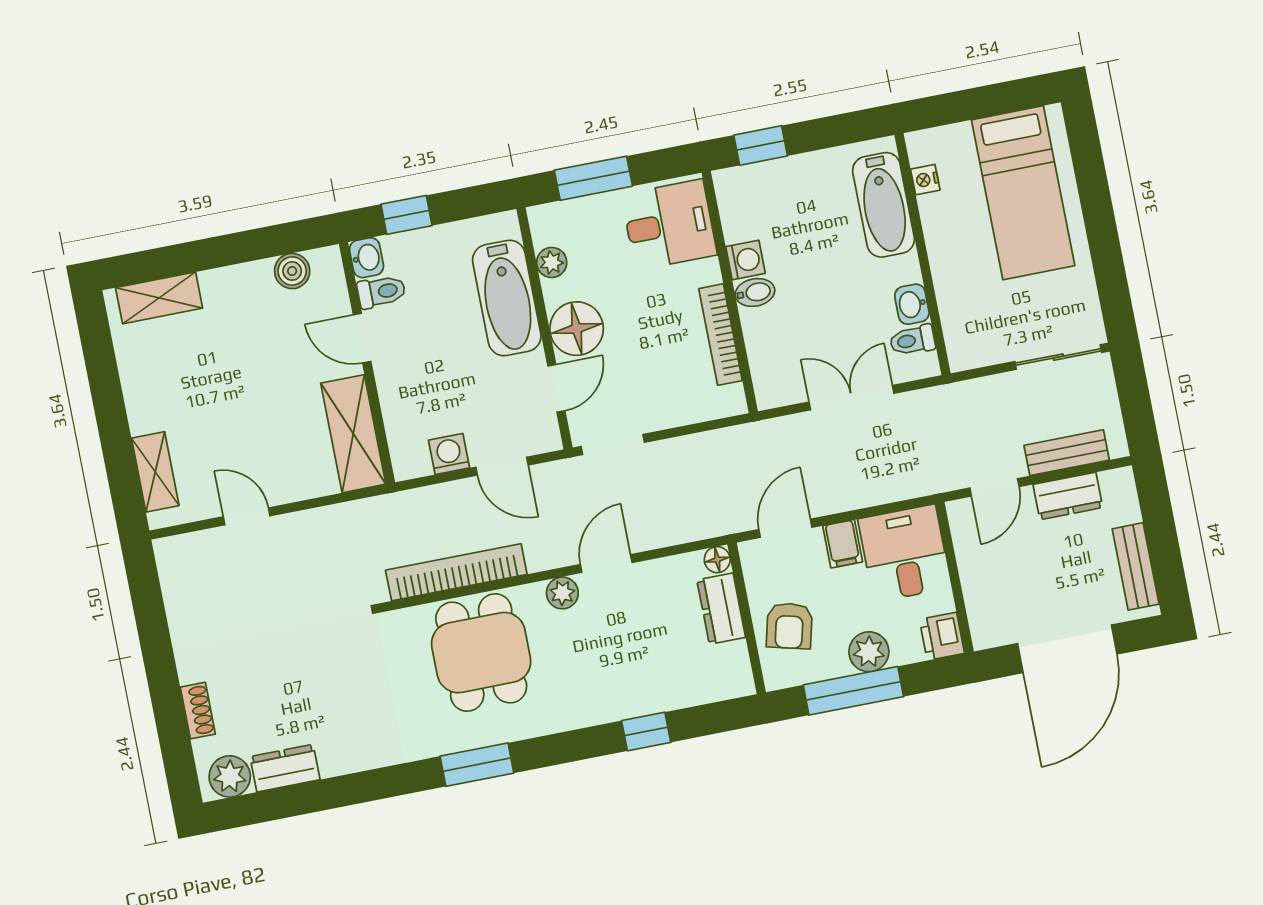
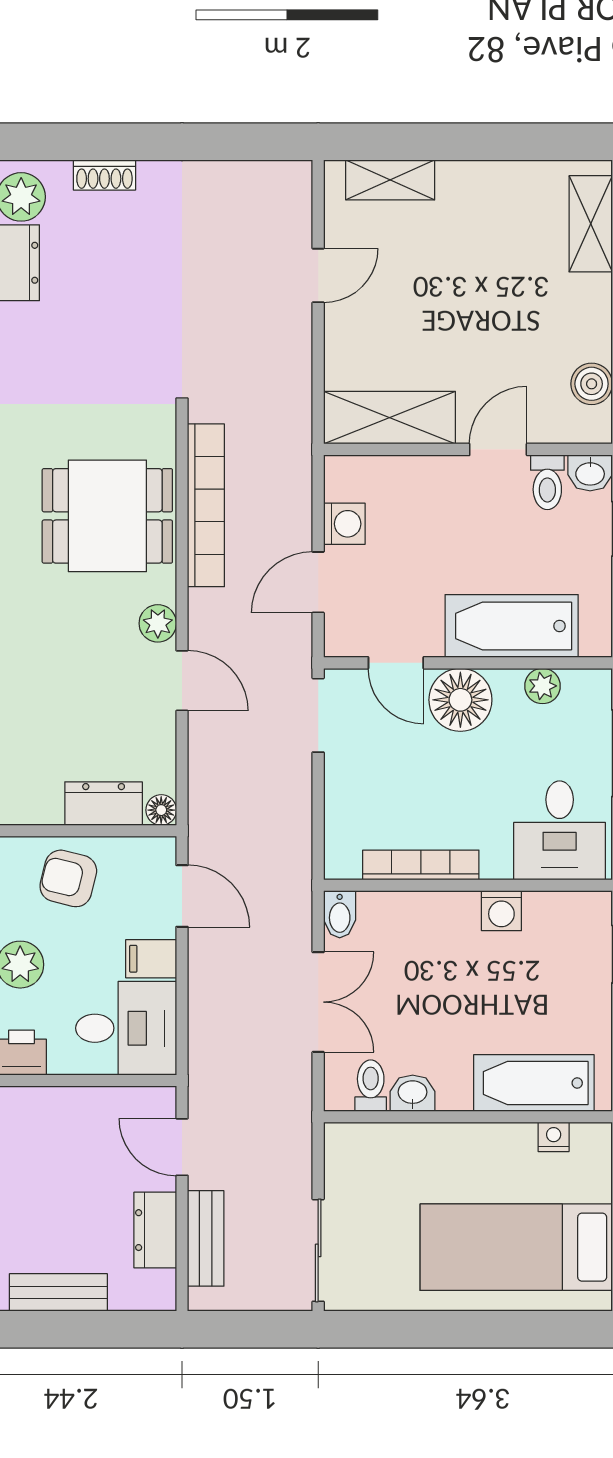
bidet: (755, 292) -> (340, 914), moved

